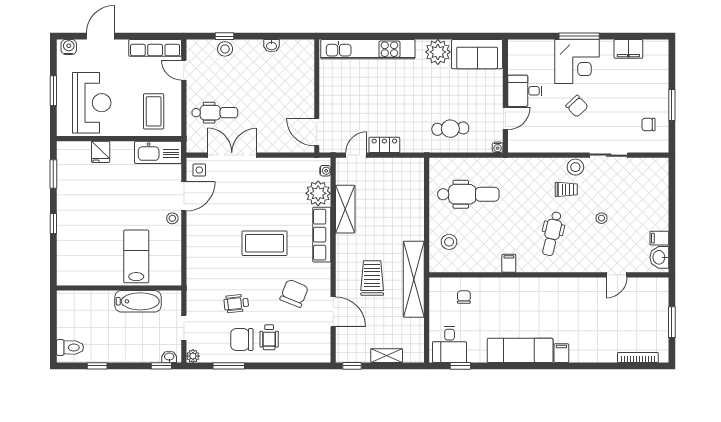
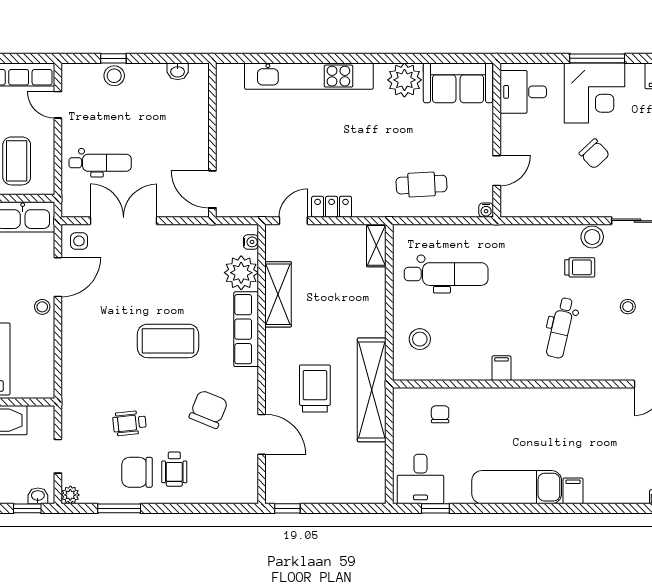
desk: (525, 91) -> (523, 92), moved
wall: (317, 96) -> (212, 140), moved
door: (317, 132) -> (212, 189), moved
shelving: (387, 356) -> (376, 245), moved, turned 90

